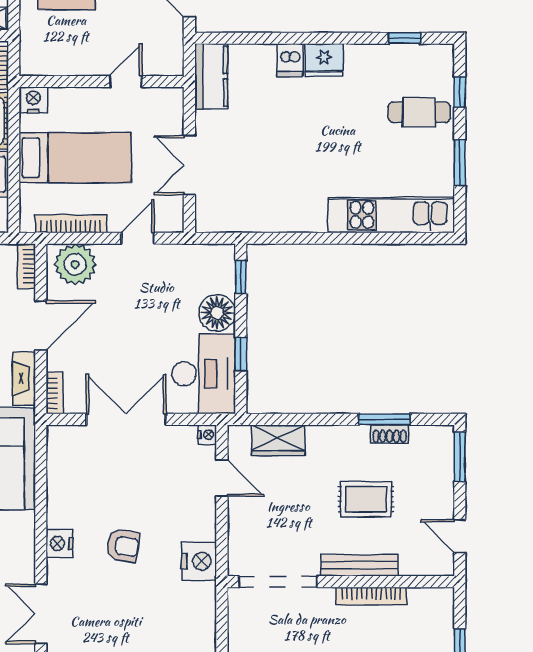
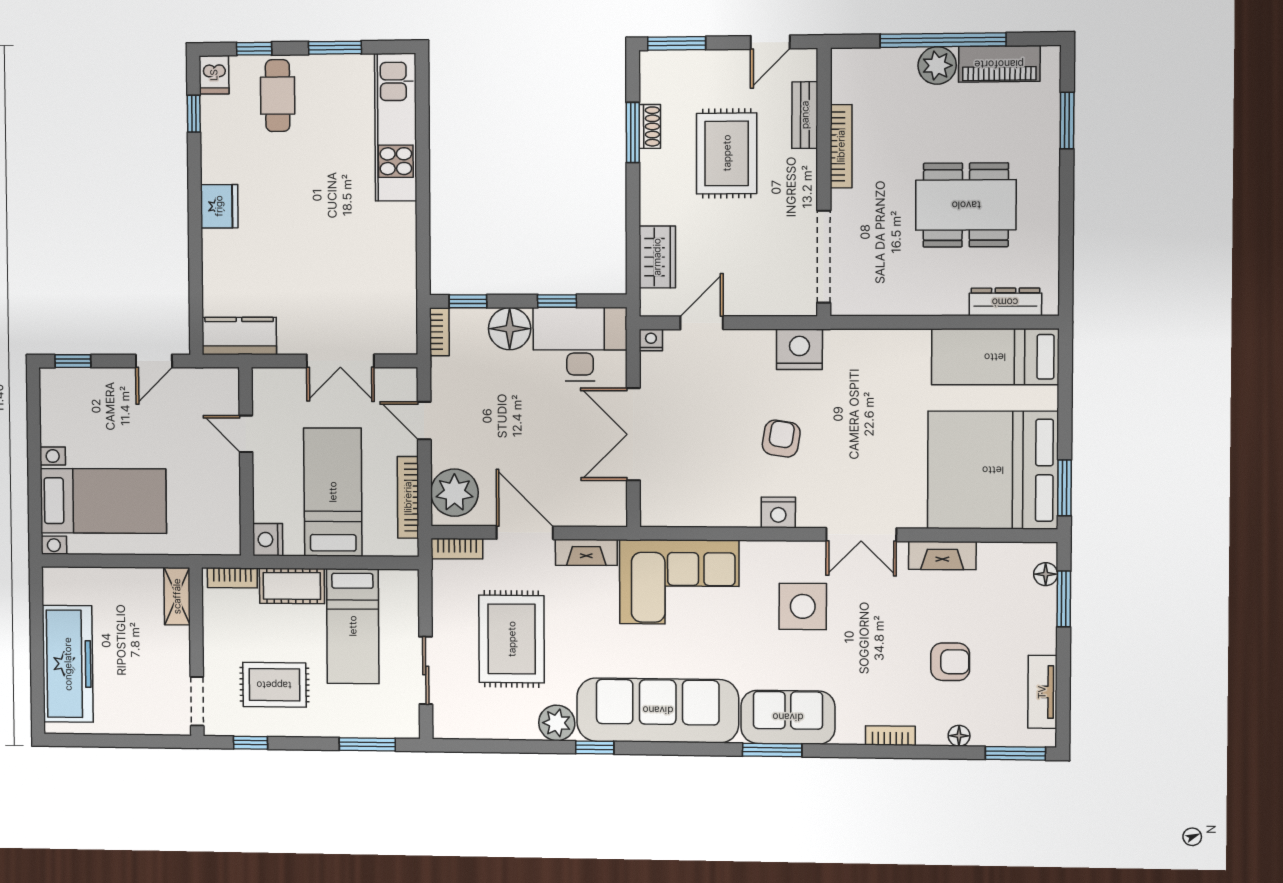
dishwasher: (290, 60) -> (214, 75), moved, turned 90
bookcase: (54, 393) -> (439, 332), moved, turned 90
rug: (366, 499) -> (727, 153), width x1.36, depth x1.43
bench: (359, 565) -> (805, 115), moved, width x0.73

